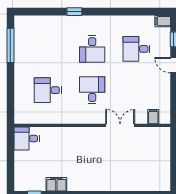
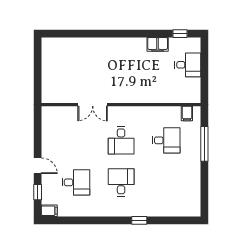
window: (10, 45) -> (204, 144), moved
filing cabinet: (153, 117) -> (187, 113), moved
desk: (27, 138) -> (188, 65), moved

